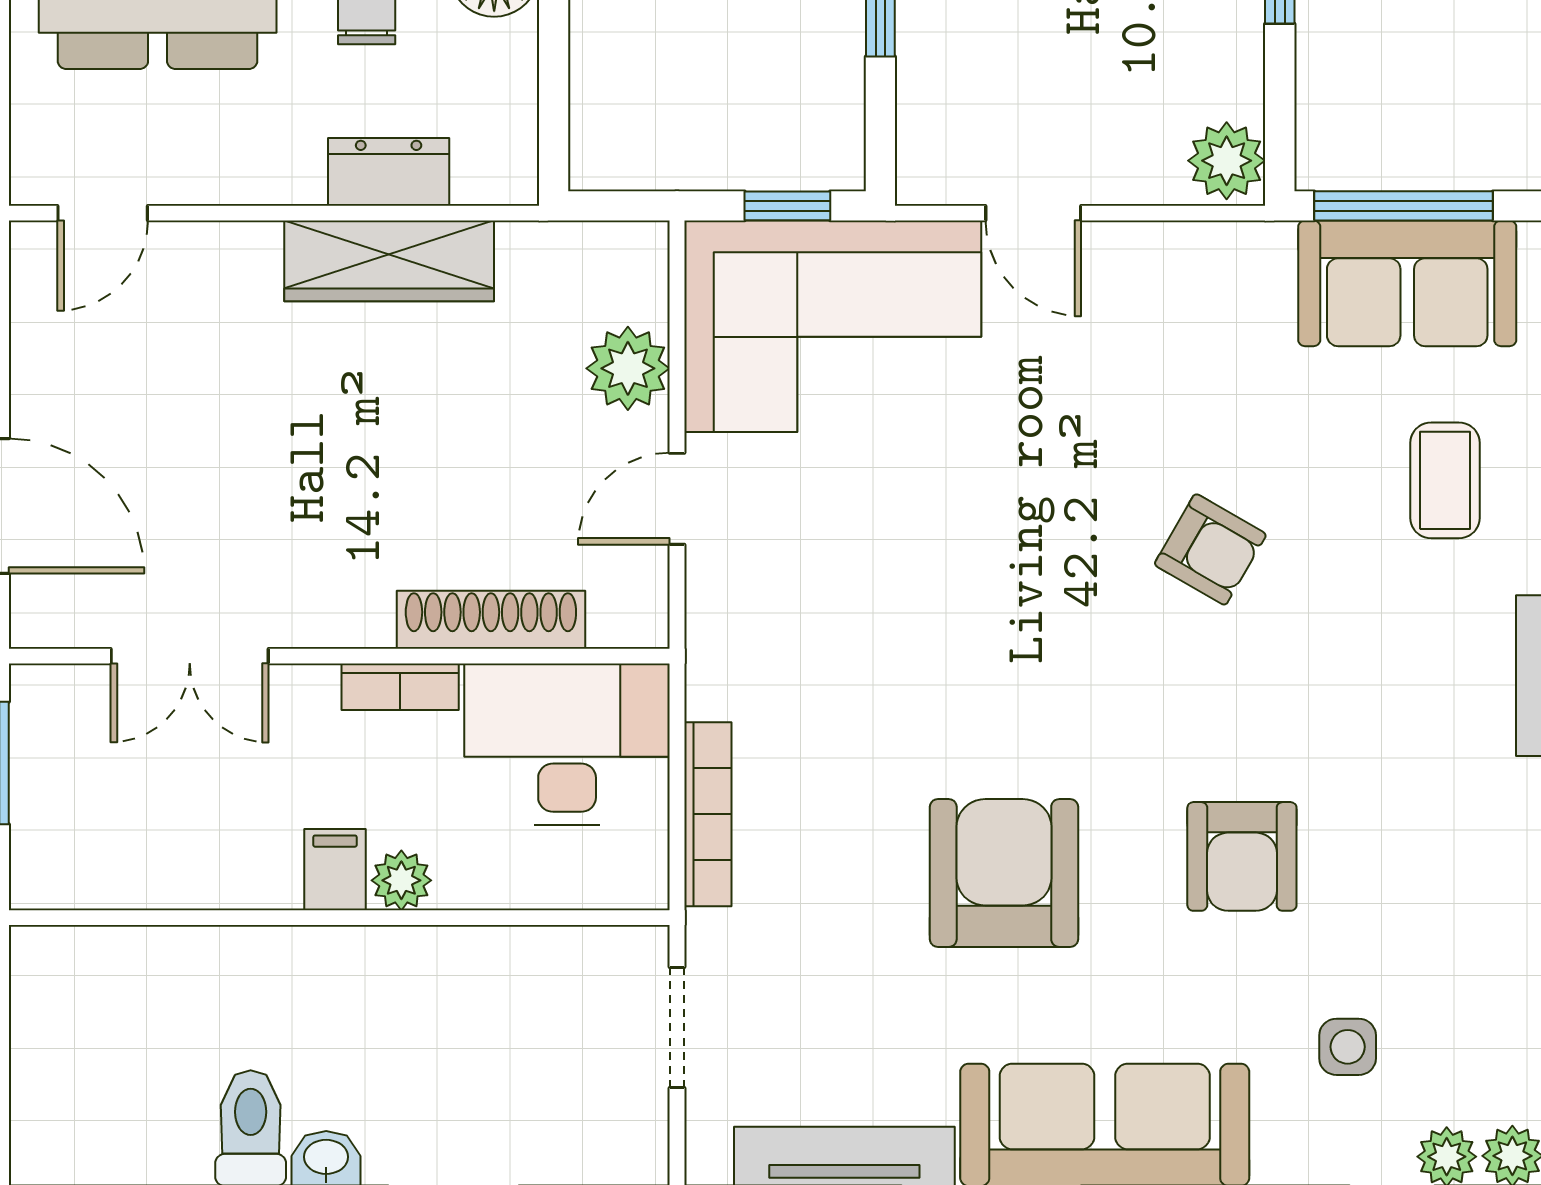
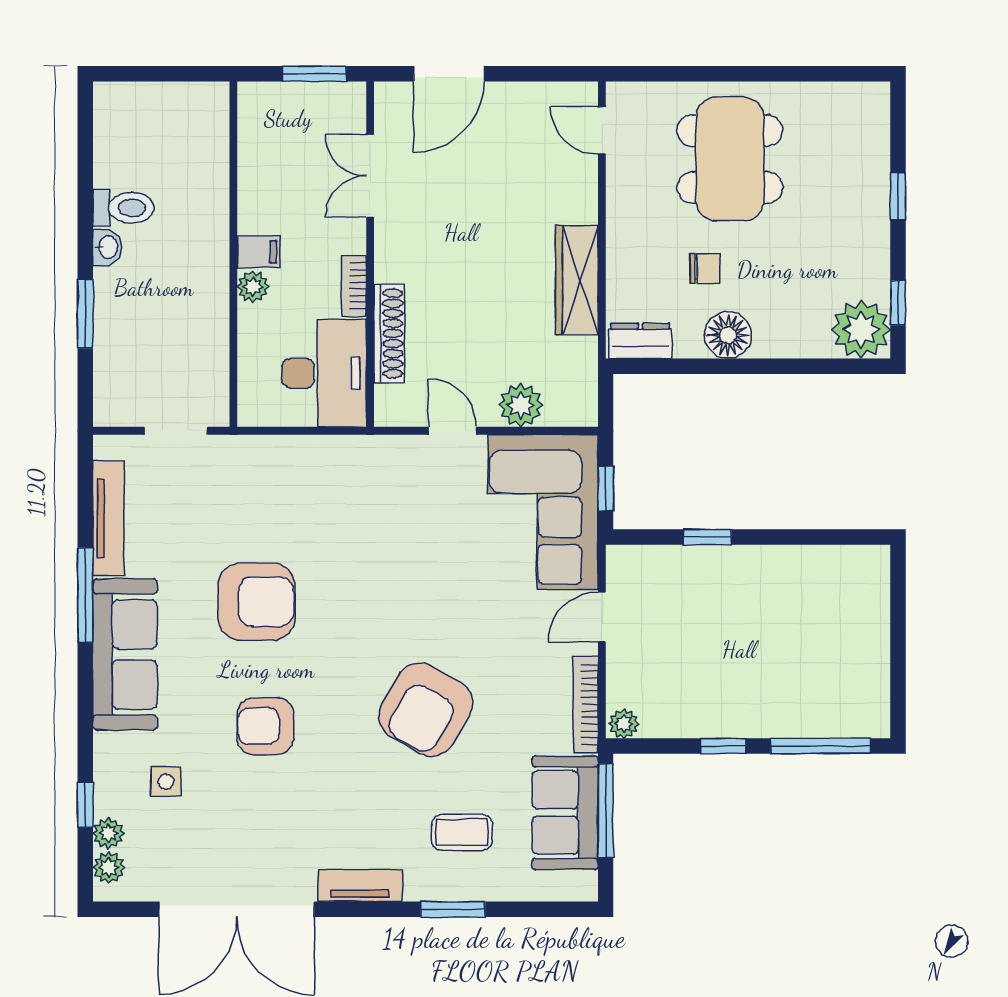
plant: (1227, 161) -> (624, 724), width x0.73, depth x0.73
dresser: (389, 172) -> (640, 341), moved, turned -90
armchair: (1210, 549) -> (426, 710), width x1.88, depth x1.88
bookcase: (708, 814) -> (586, 704), moved, turned 90

